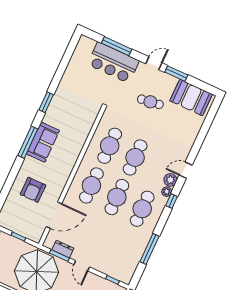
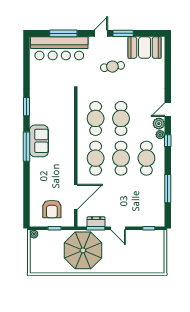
bar counter: (113, 63) -> (59, 48), width x1.36
armchair: (33, 190) -> (52, 209), moved

